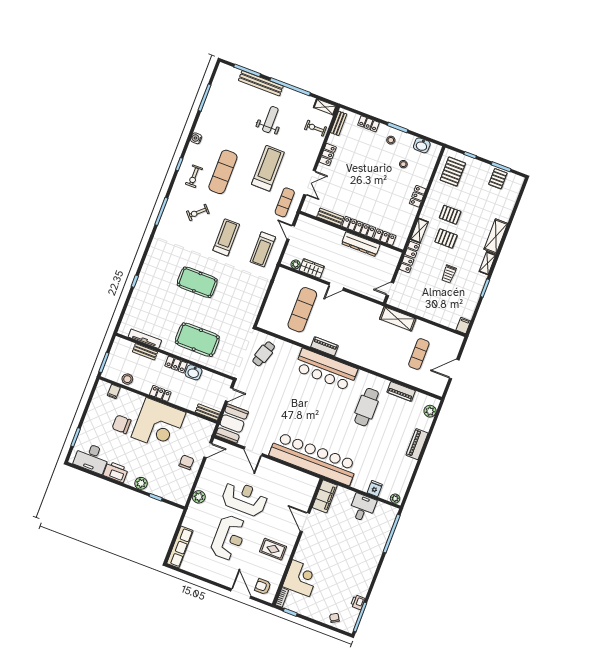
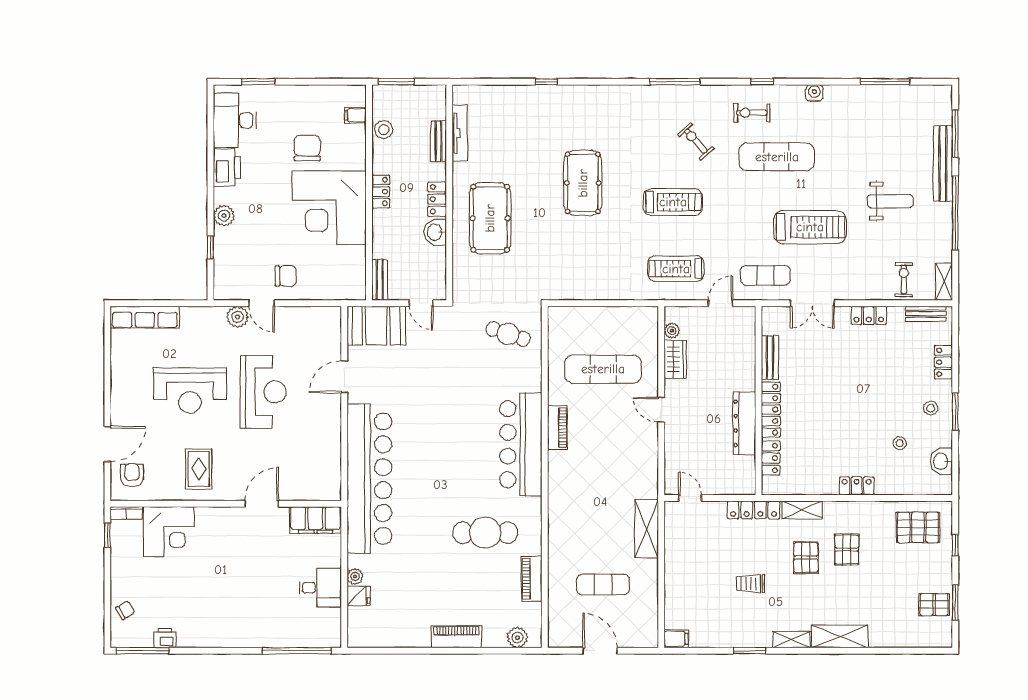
door: (208, 450) -> (262, 303), moved
plant: (395, 499) -> (355, 576), moved

